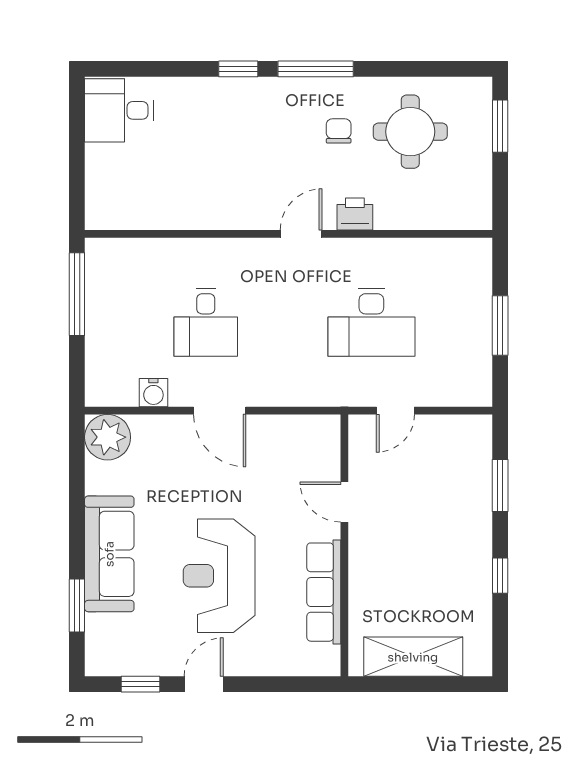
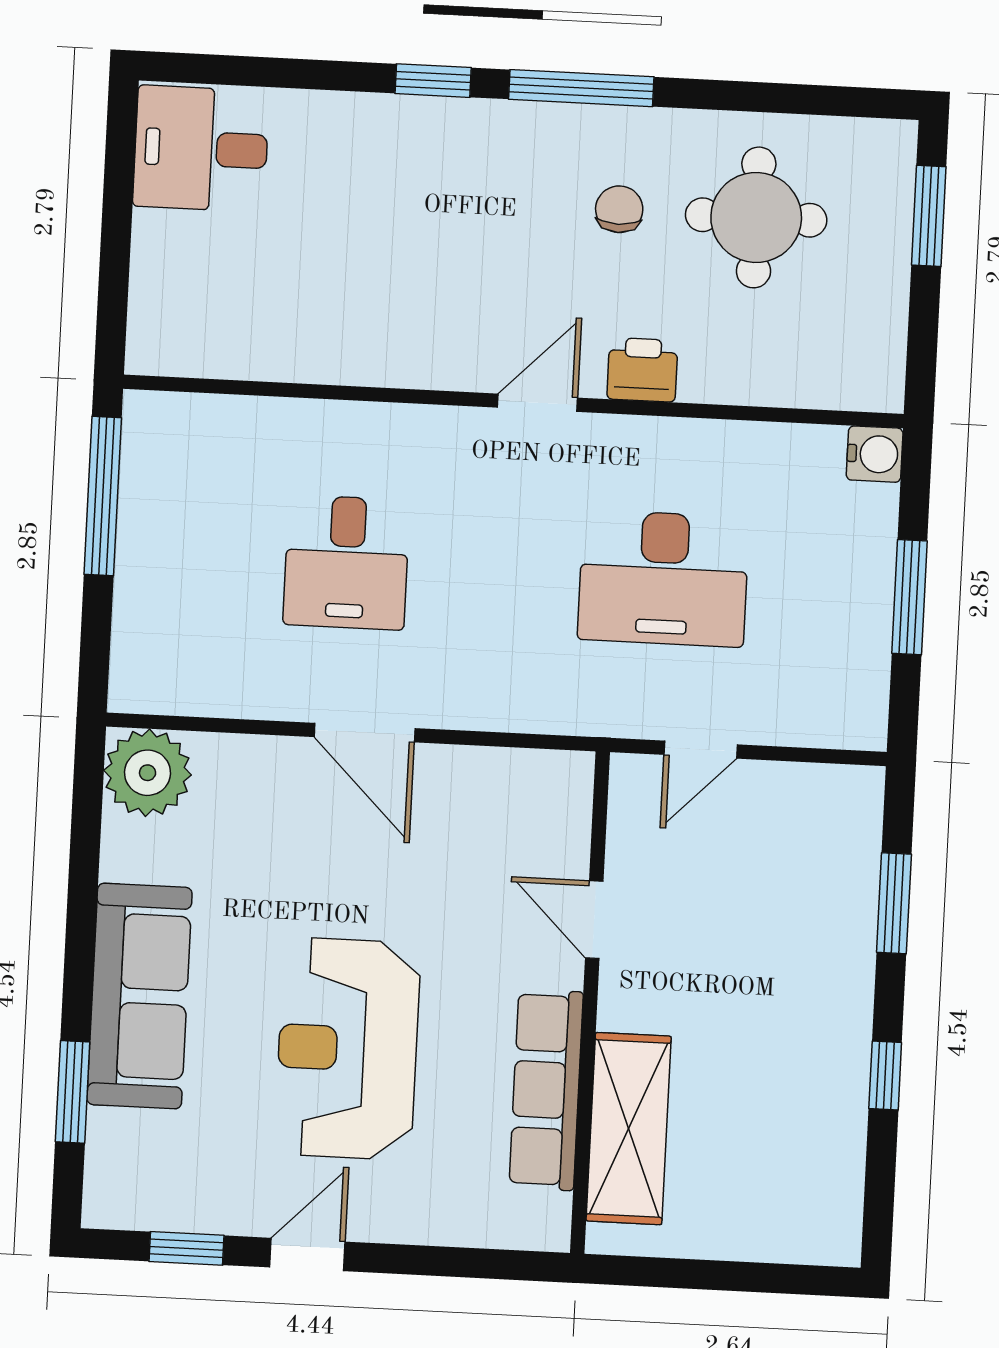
water cooler: (153, 393) -> (875, 454), moved, turned -90
shelving: (413, 657) -> (629, 1129), moved, turned 90

